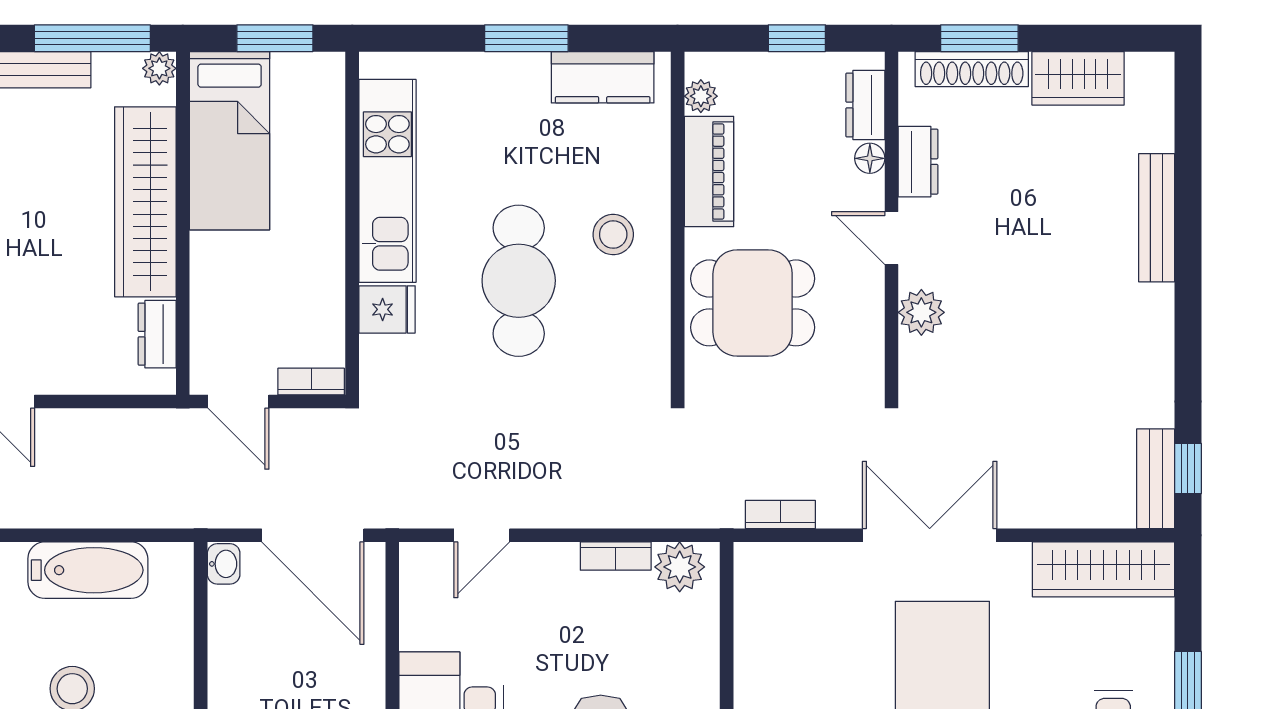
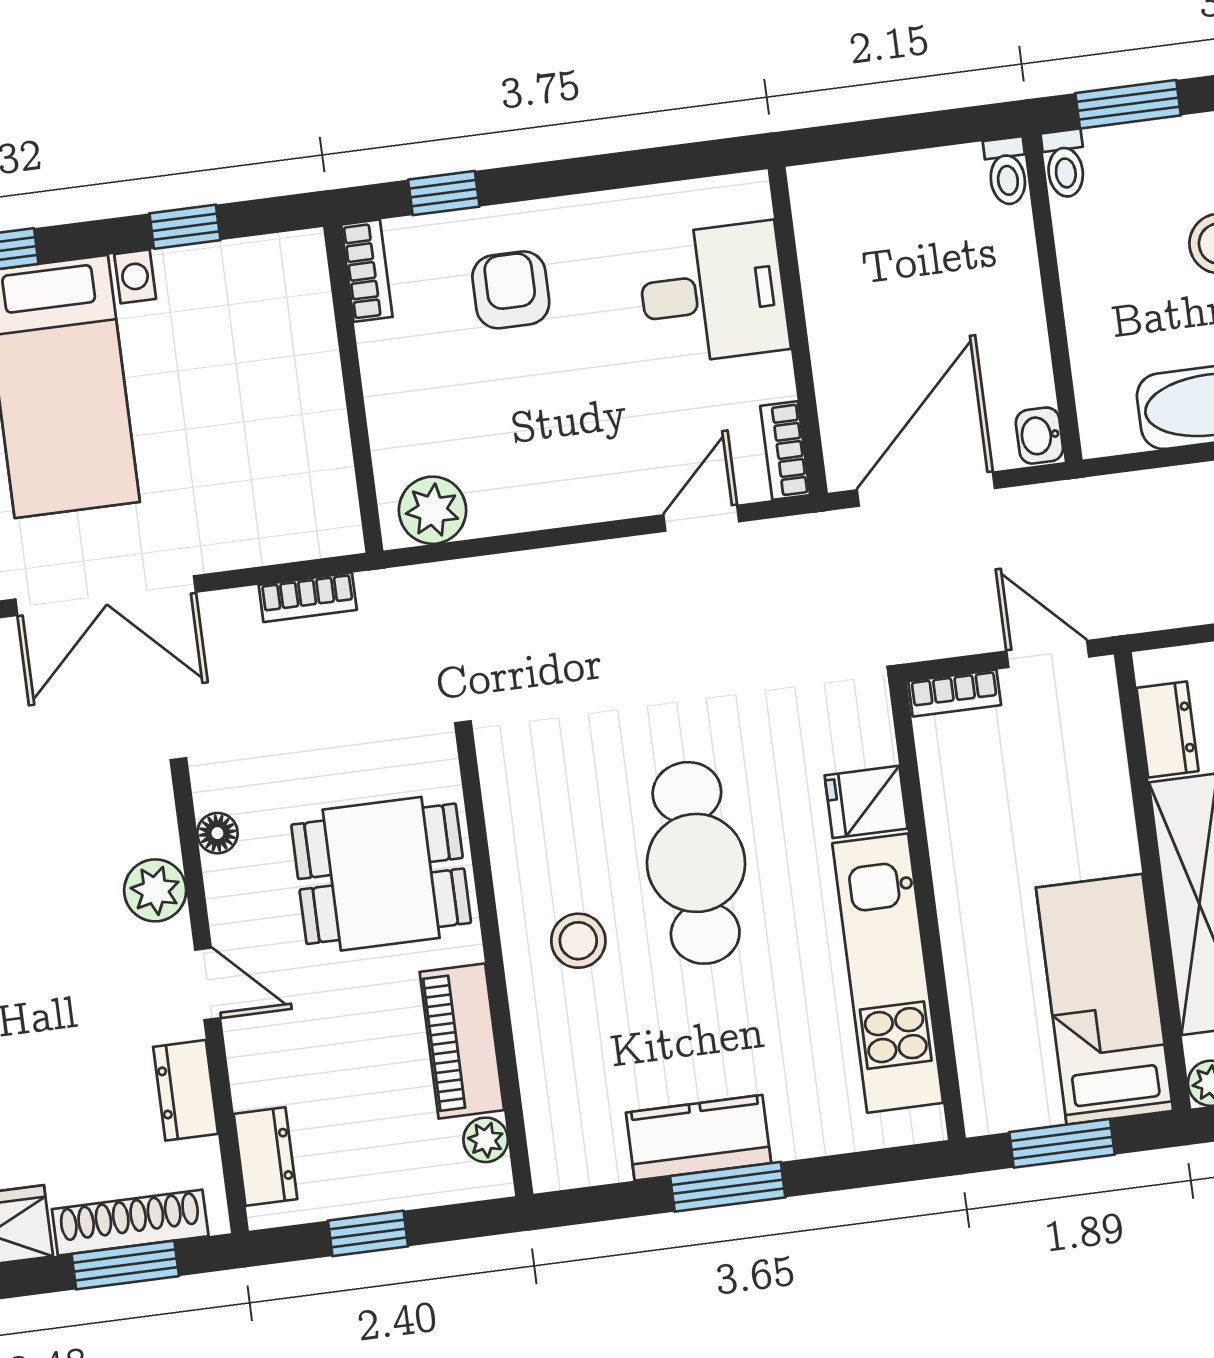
kitchen counter: (603, 77) -> (698, 1138), moved
floor lamp: (870, 158) -> (217, 833), moved
door: (313, 535) -> (926, 489), hinge flipped
bookcase: (616, 556) -> (785, 451), moved, turned -90

